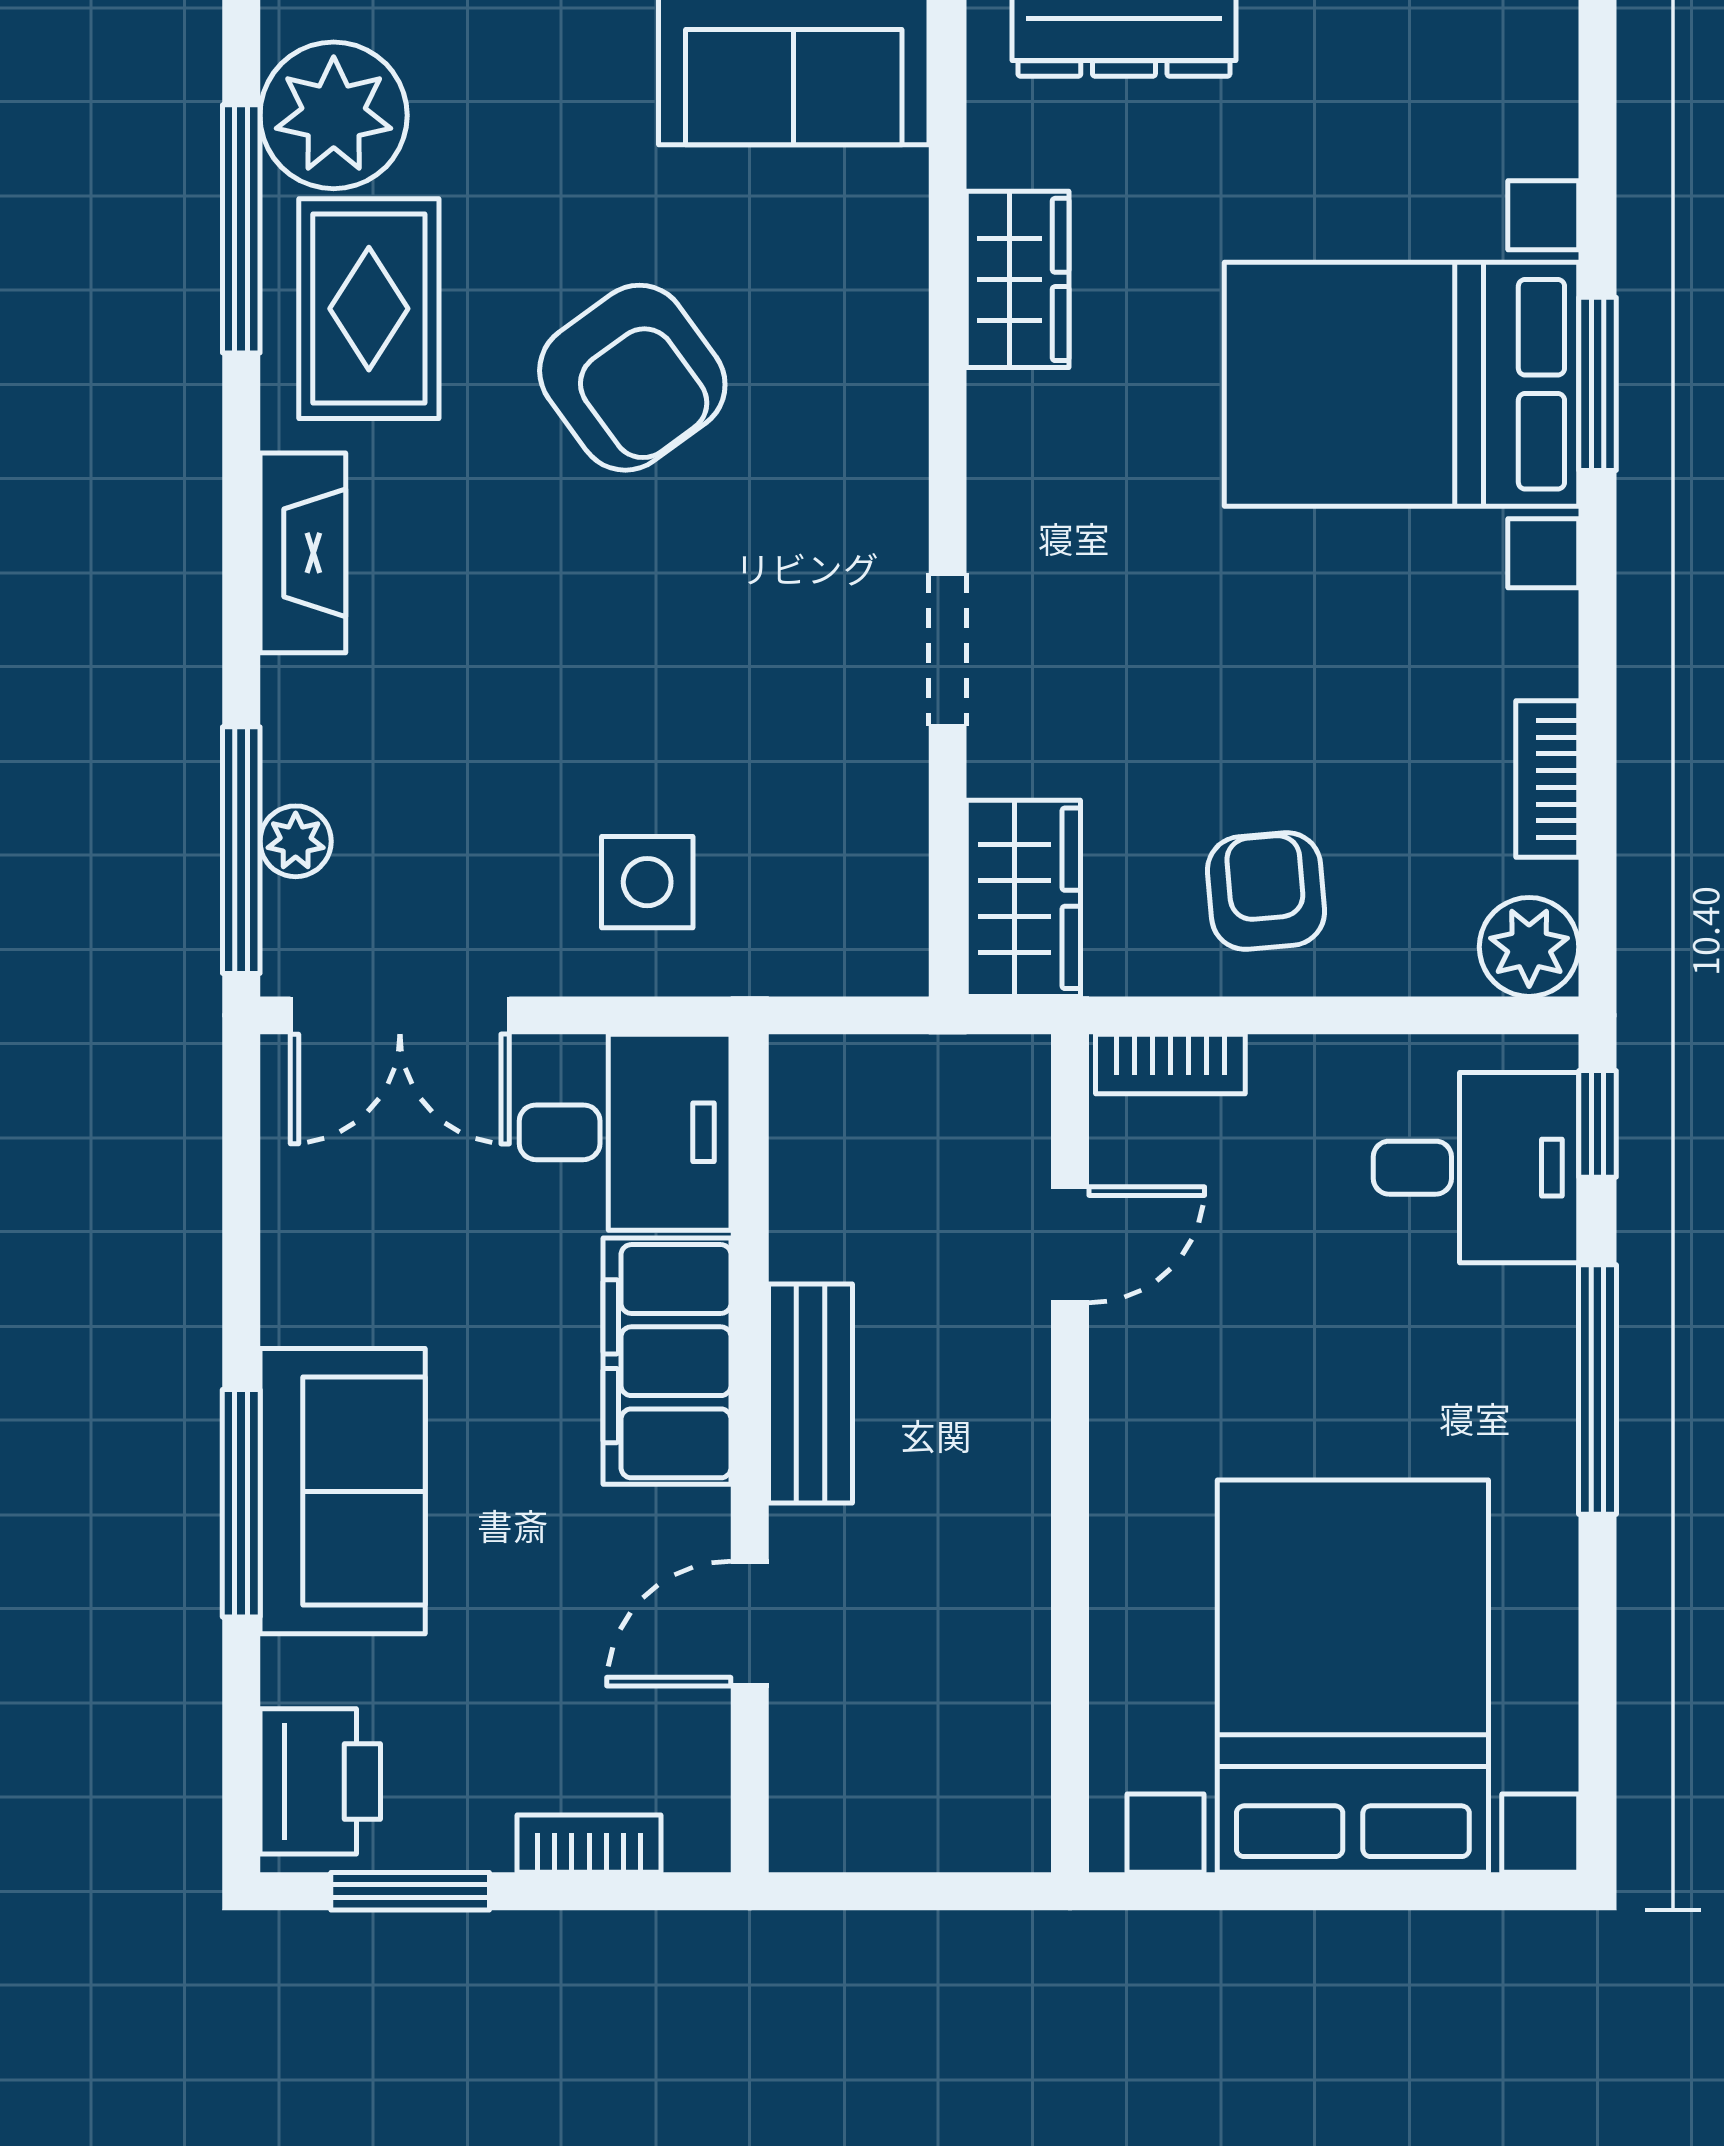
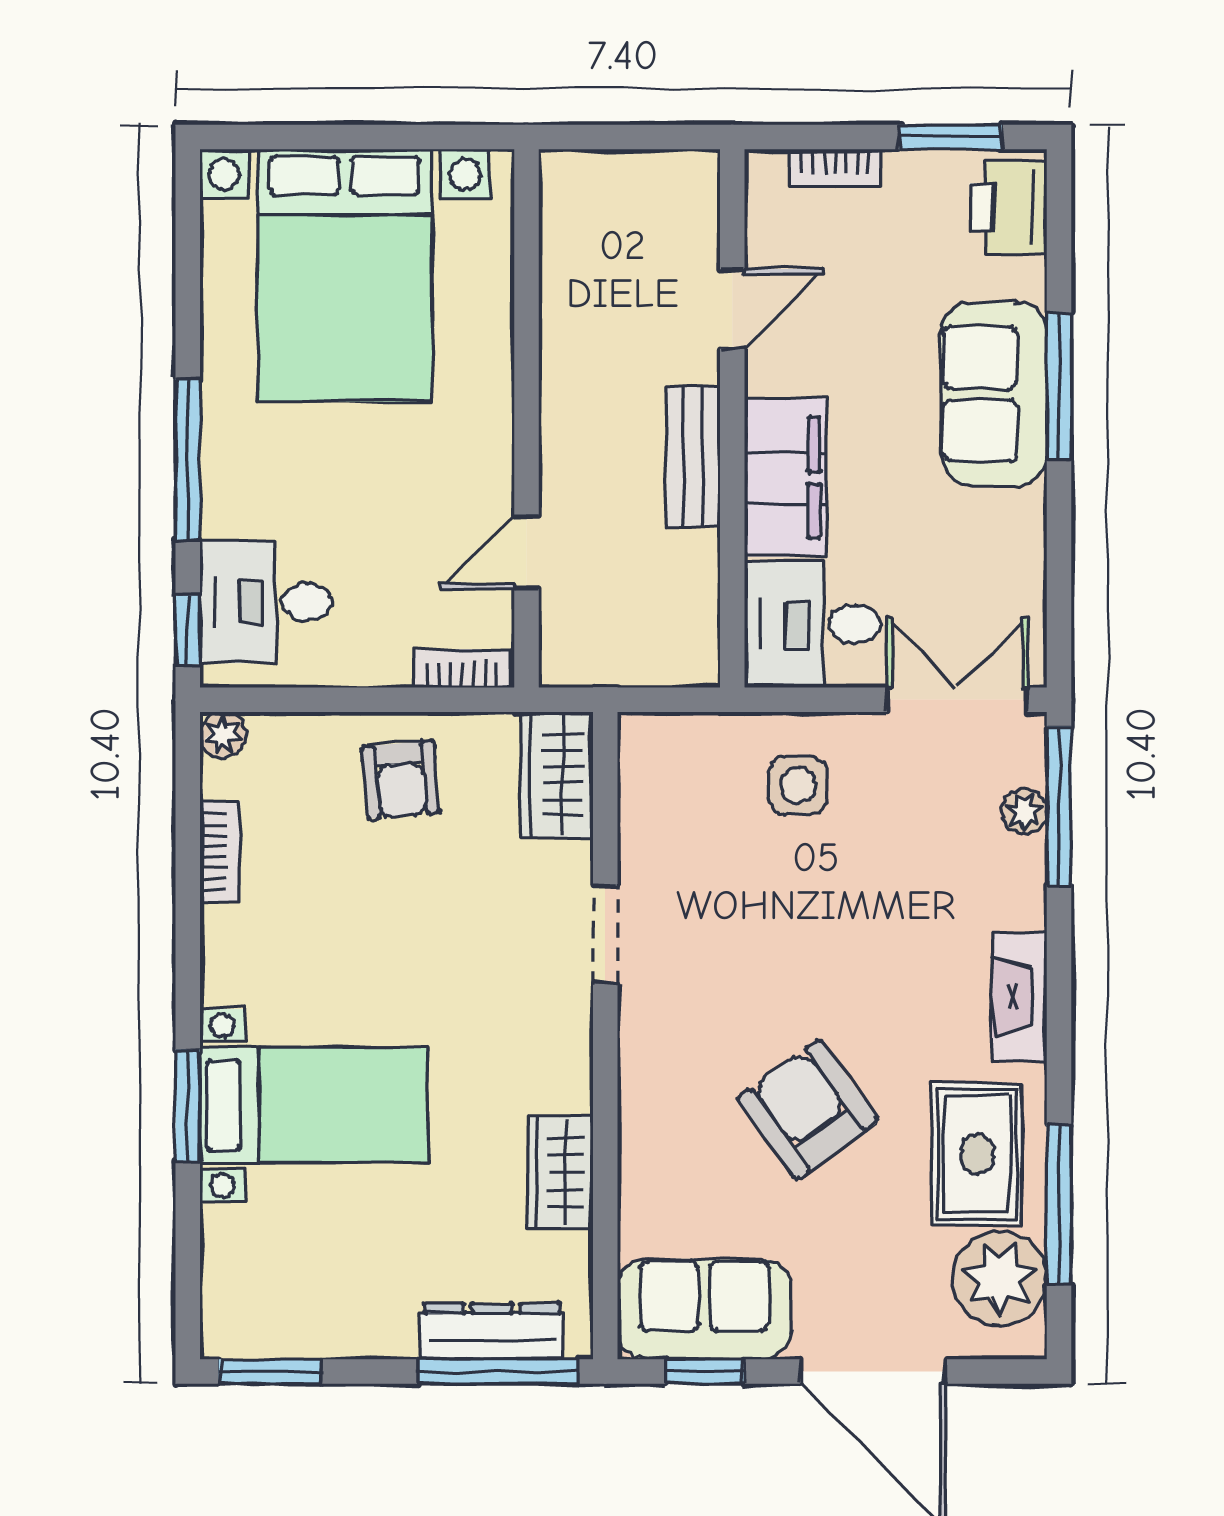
bed with nightstands: (1402, 384) -> (314, 1105), width x0.73
plant: (1529, 947) -> (223, 735), width x0.73, depth x0.73

